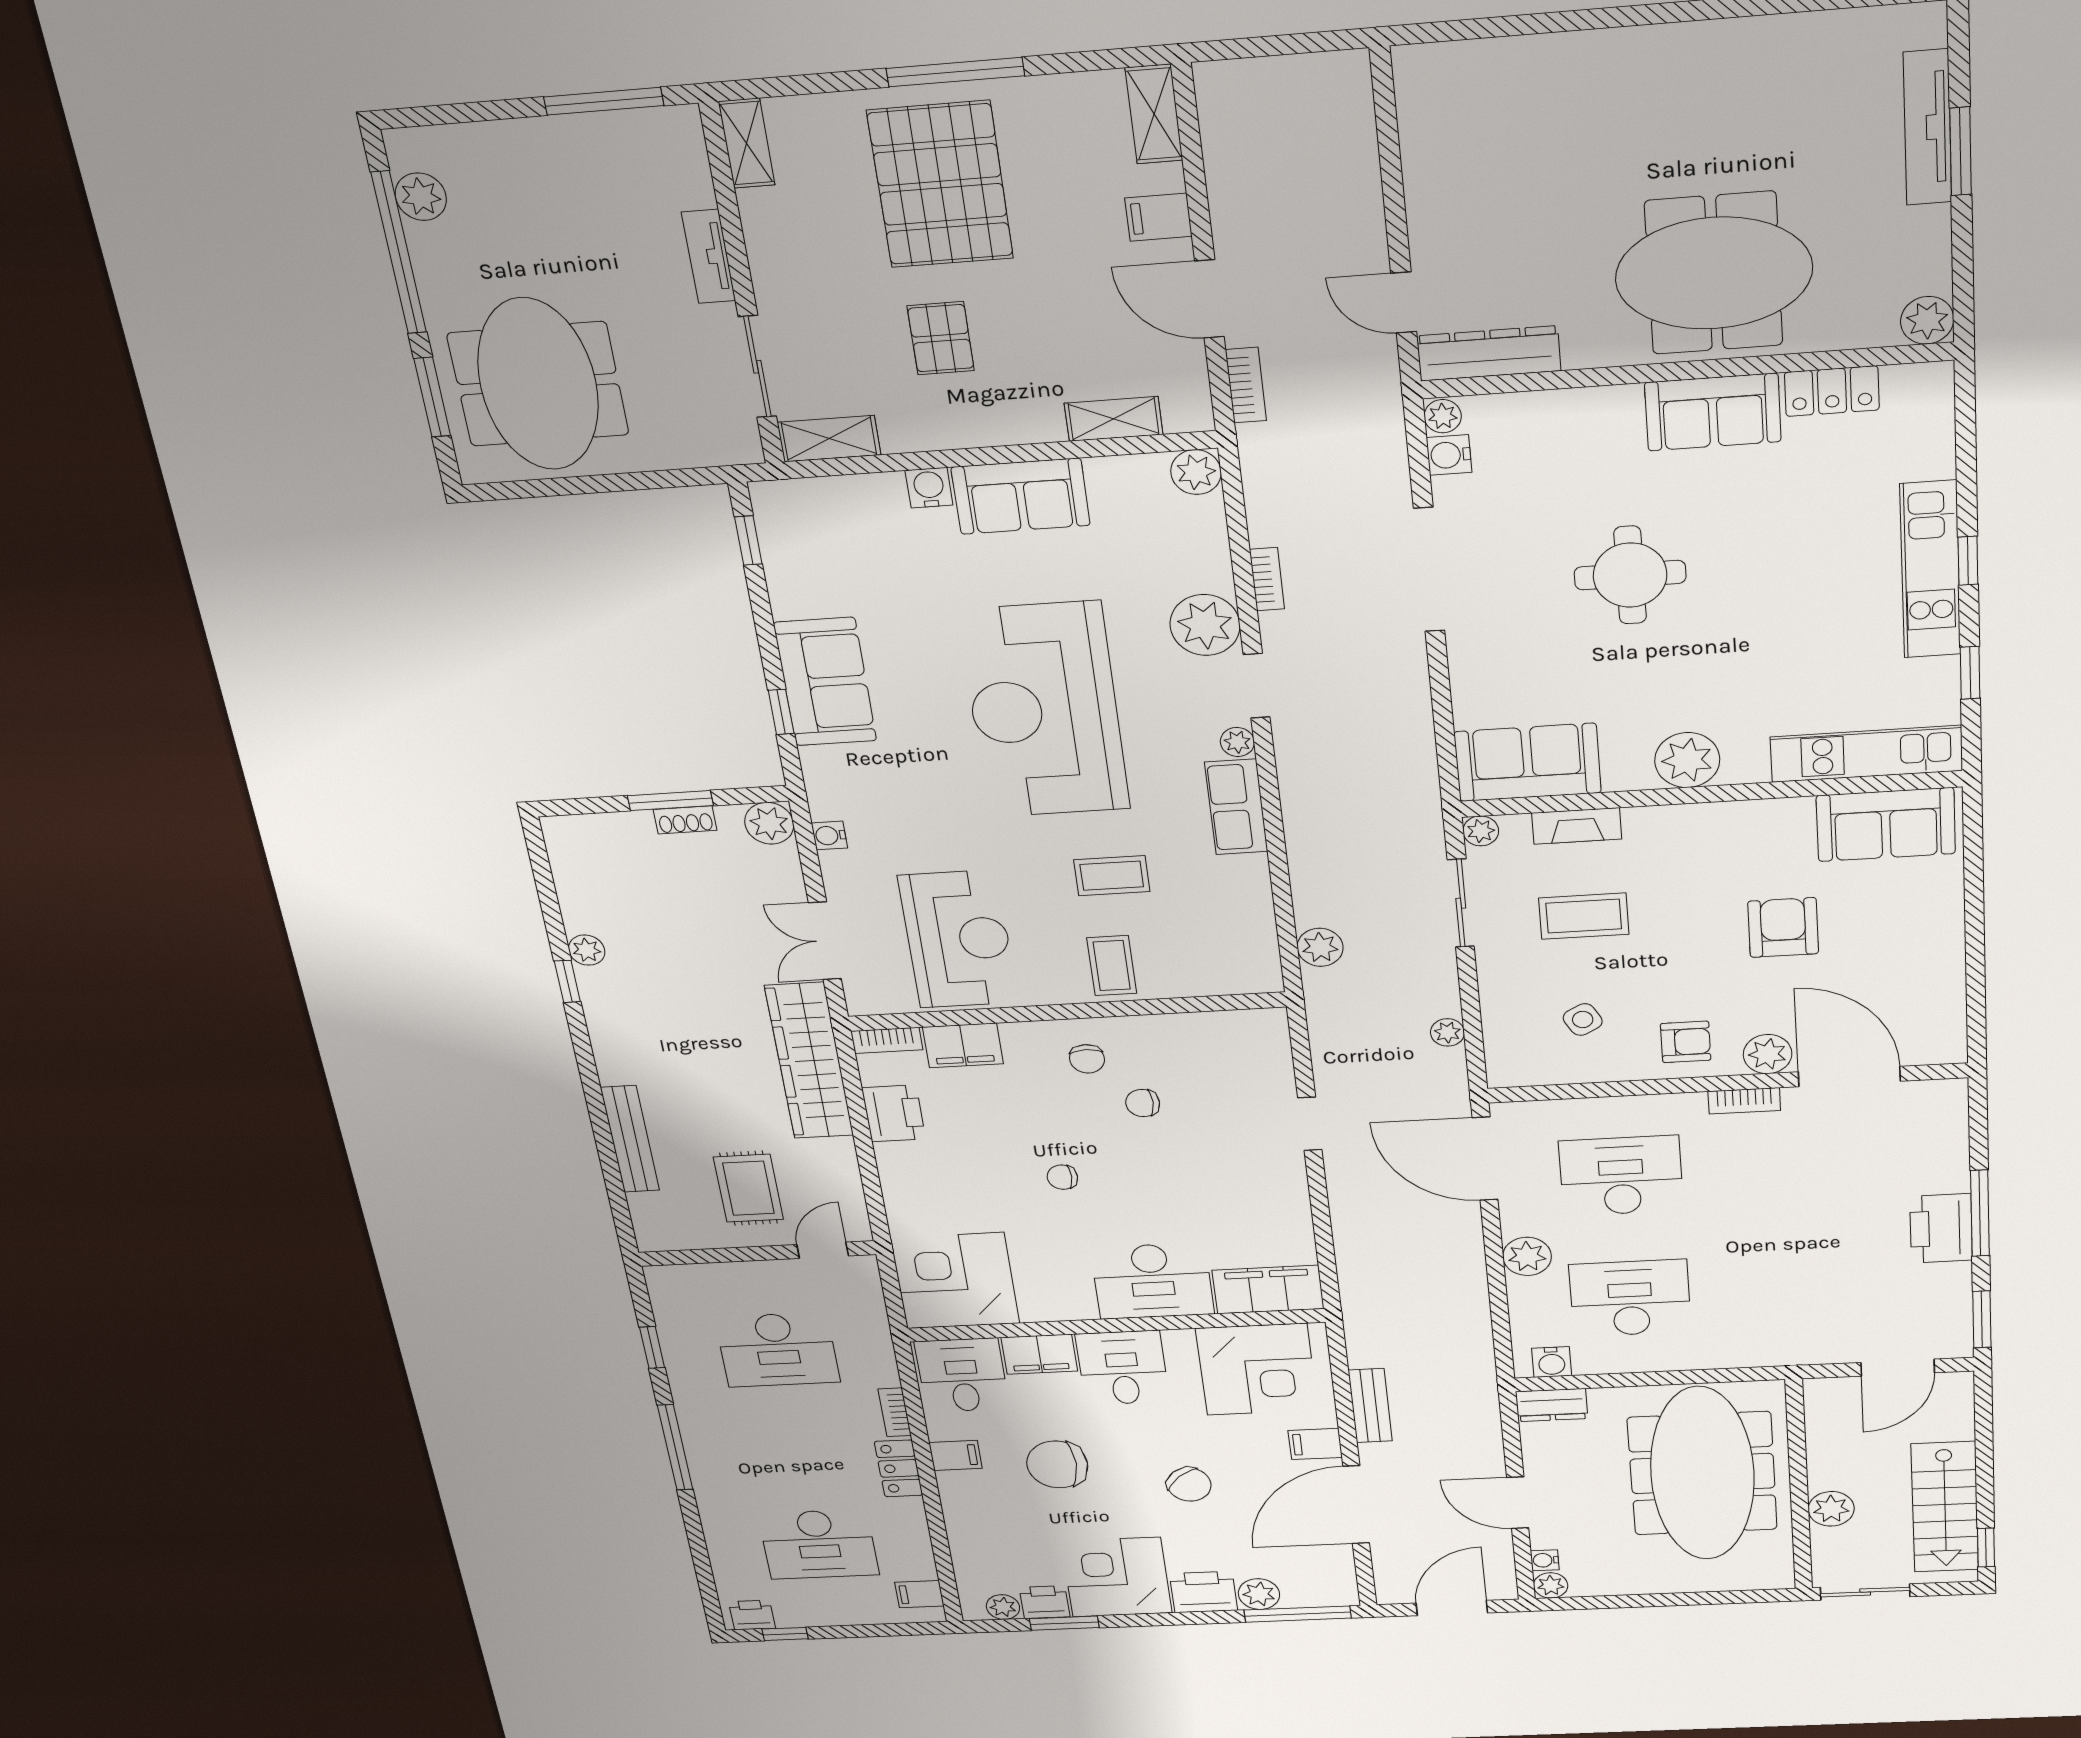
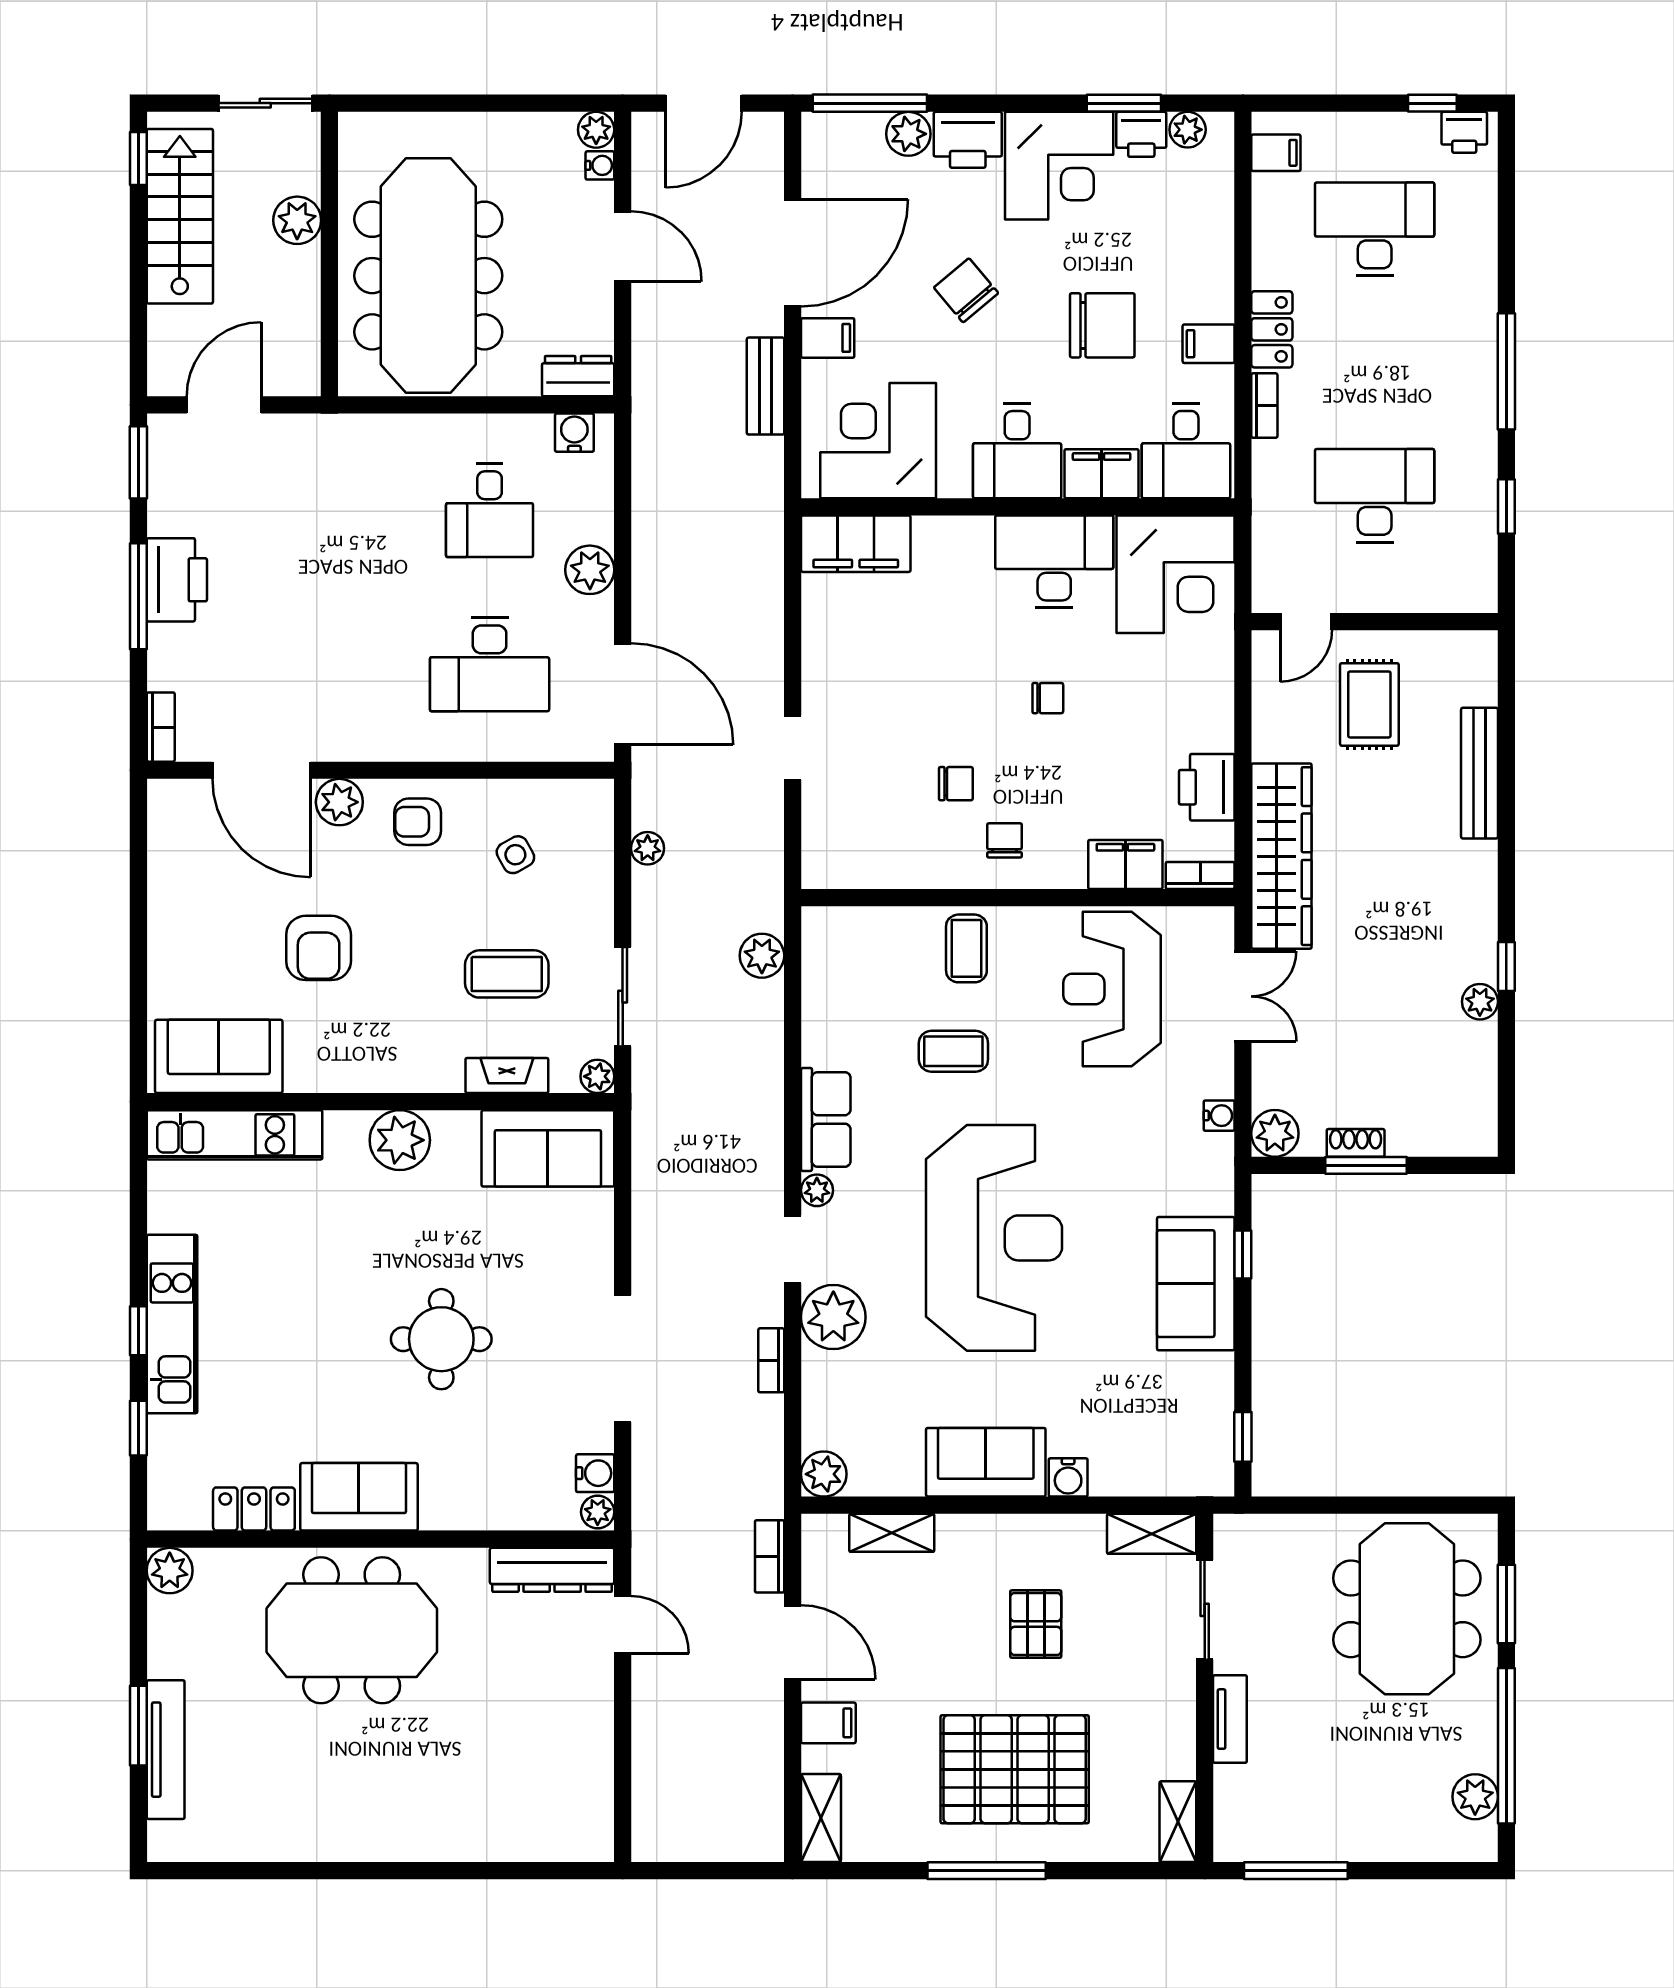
pallet: (940, 185) -> (1015, 1769), turned 90
window: (1970, 673) -> (138, 1428), moved
bookcase: (1744, 1101) -> (161, 727), moved, turned 90
desk: (1152, 1281) -> (1054, 562), moved
desk: (1630, 1298) -> (490, 511), width x0.73

